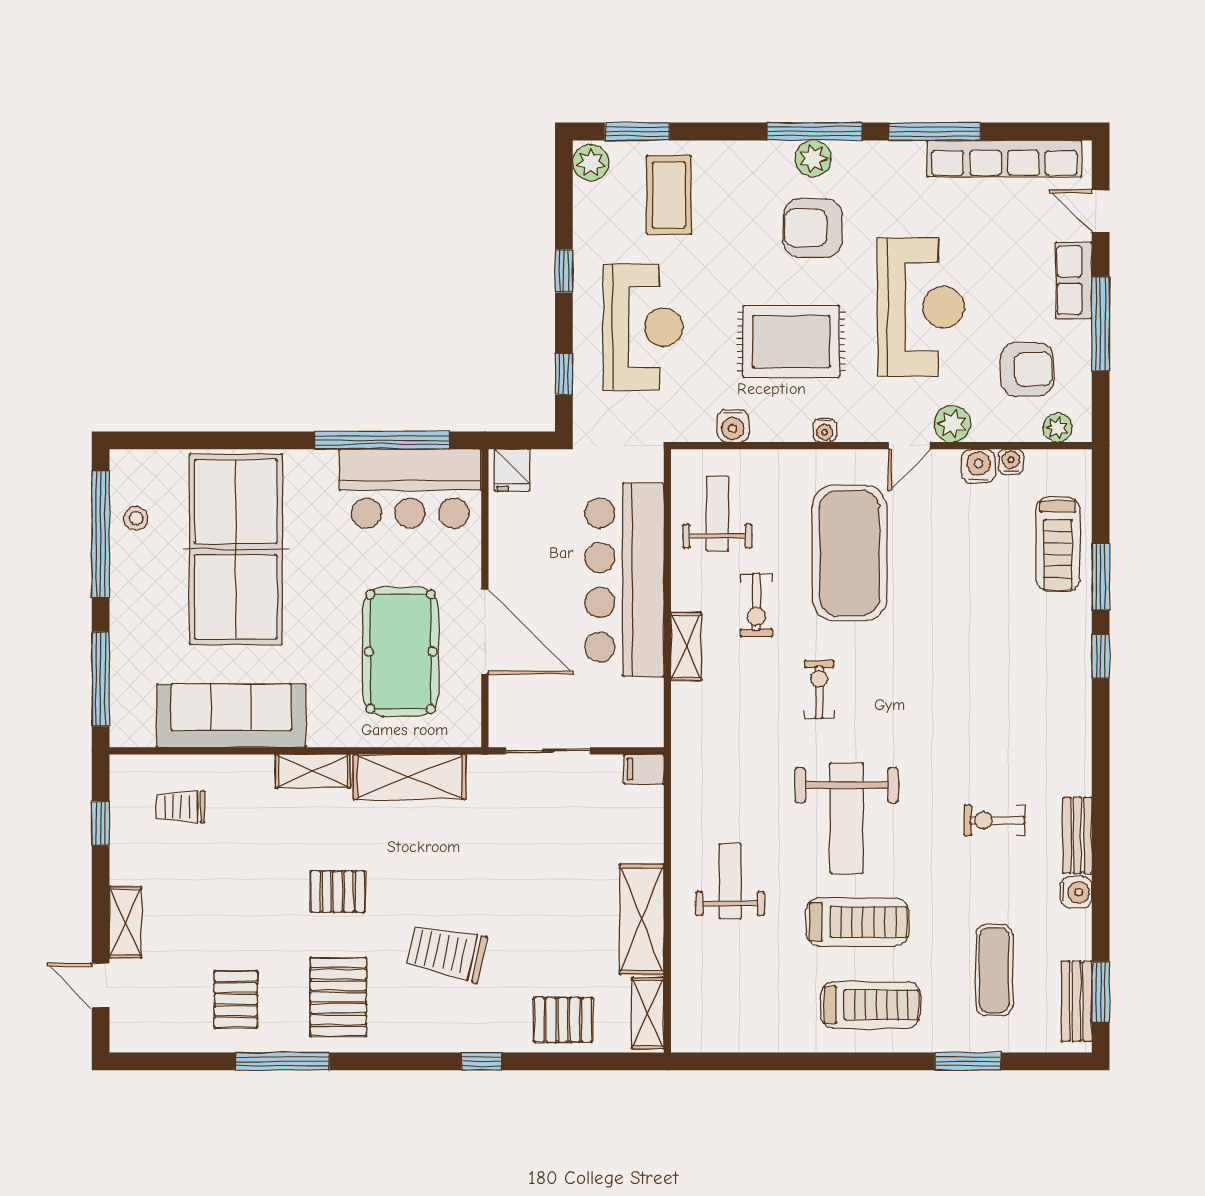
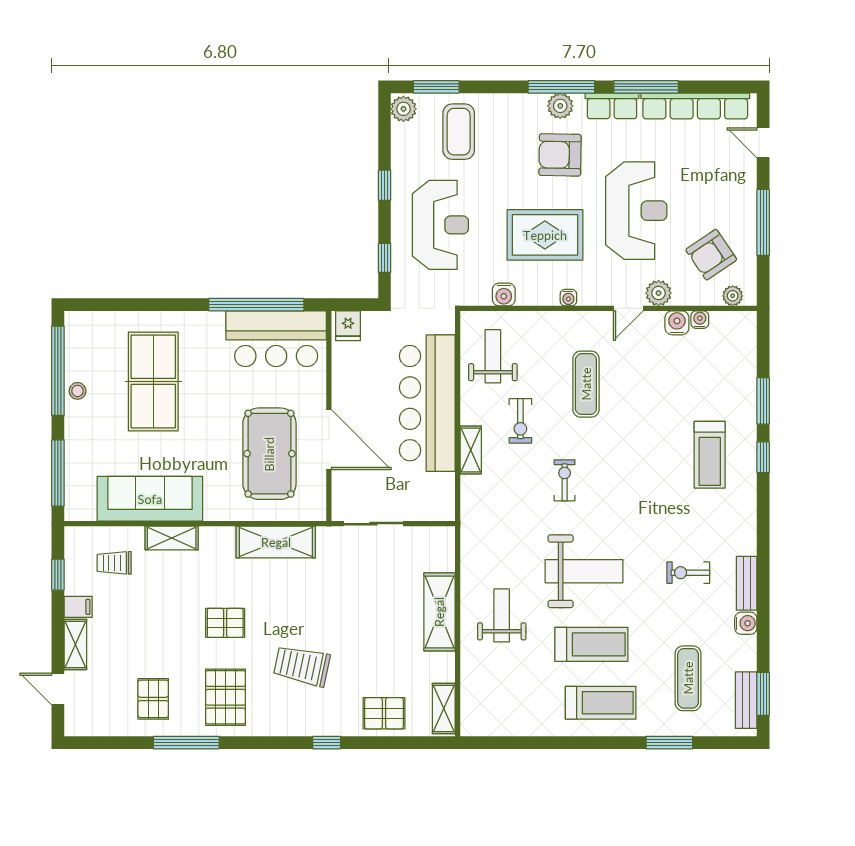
row of seats: (1074, 280) -> (612, 106), moved, turned -90
armchair: (1027, 369) -> (711, 255), turned 148
stool: (136, 518) -> (78, 391), moved
treadmill: (1058, 544) -> (710, 455), moved
table tennis table: (236, 549) -> (153, 381), width x0.73, depth x0.76
exercise mat: (849, 553) -> (586, 384), width x0.50, depth x0.69
filing cabinet: (644, 769) -> (78, 607), moved, turned 180
shelving: (313, 771) -> (172, 538), moved
weight bench: (847, 818) -> (584, 571), turned -90
shelving: (642, 919) -> (439, 612), moved

